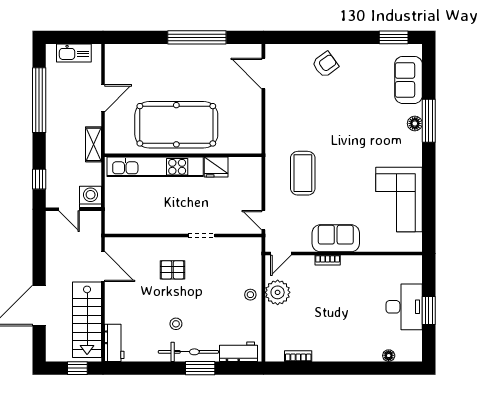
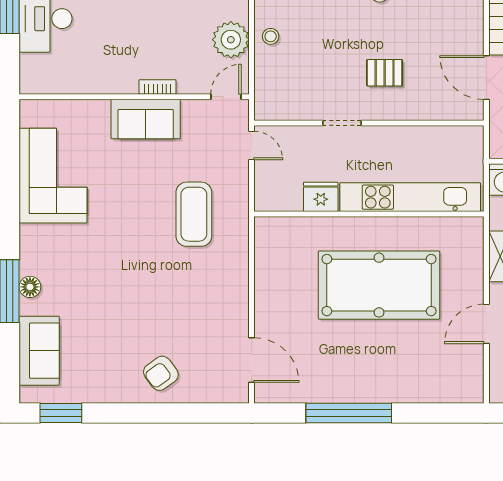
wall: (183, 155) -> (369, 214), moved
kitchen unit: (155, 167) -> (410, 197), moved
fridge: (216, 167) -> (321, 197), moved

